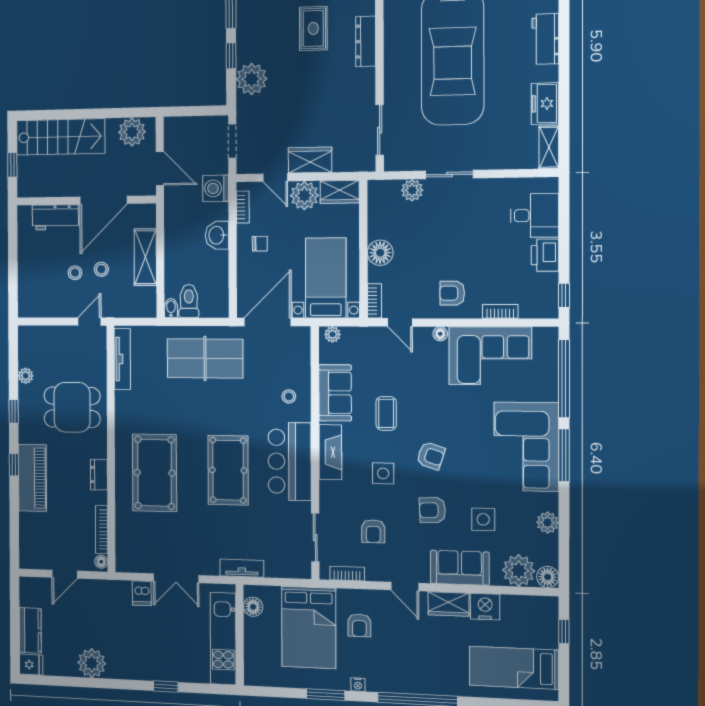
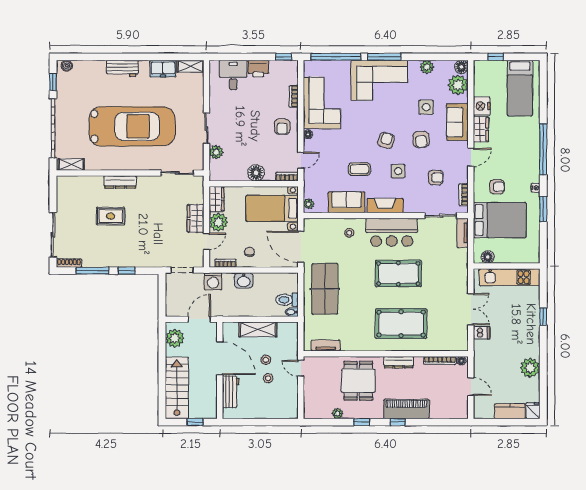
plant: (252, 79) -> (142, 257), removed
tv unit: (122, 359) -> (326, 346), width x0.71
dresser: (99, 475) -> (399, 362), width x1.44
tv unit: (242, 568) -> (463, 233), moved

